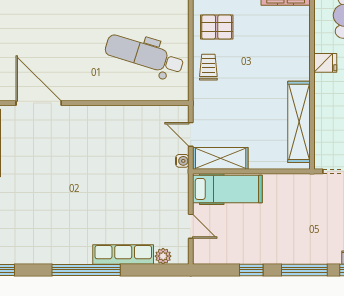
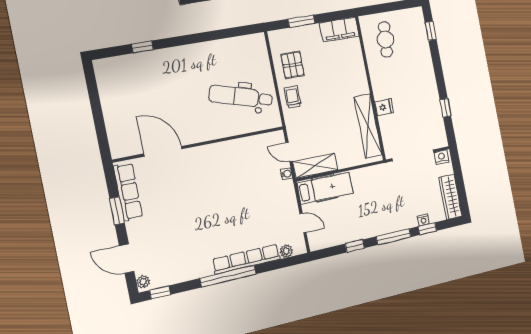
pallet: (217, 27) -> (293, 65), turned 90
fridge: (325, 63) -> (384, 107), moved
row of seats: (123, 254) -> (246, 259), width x1.36

